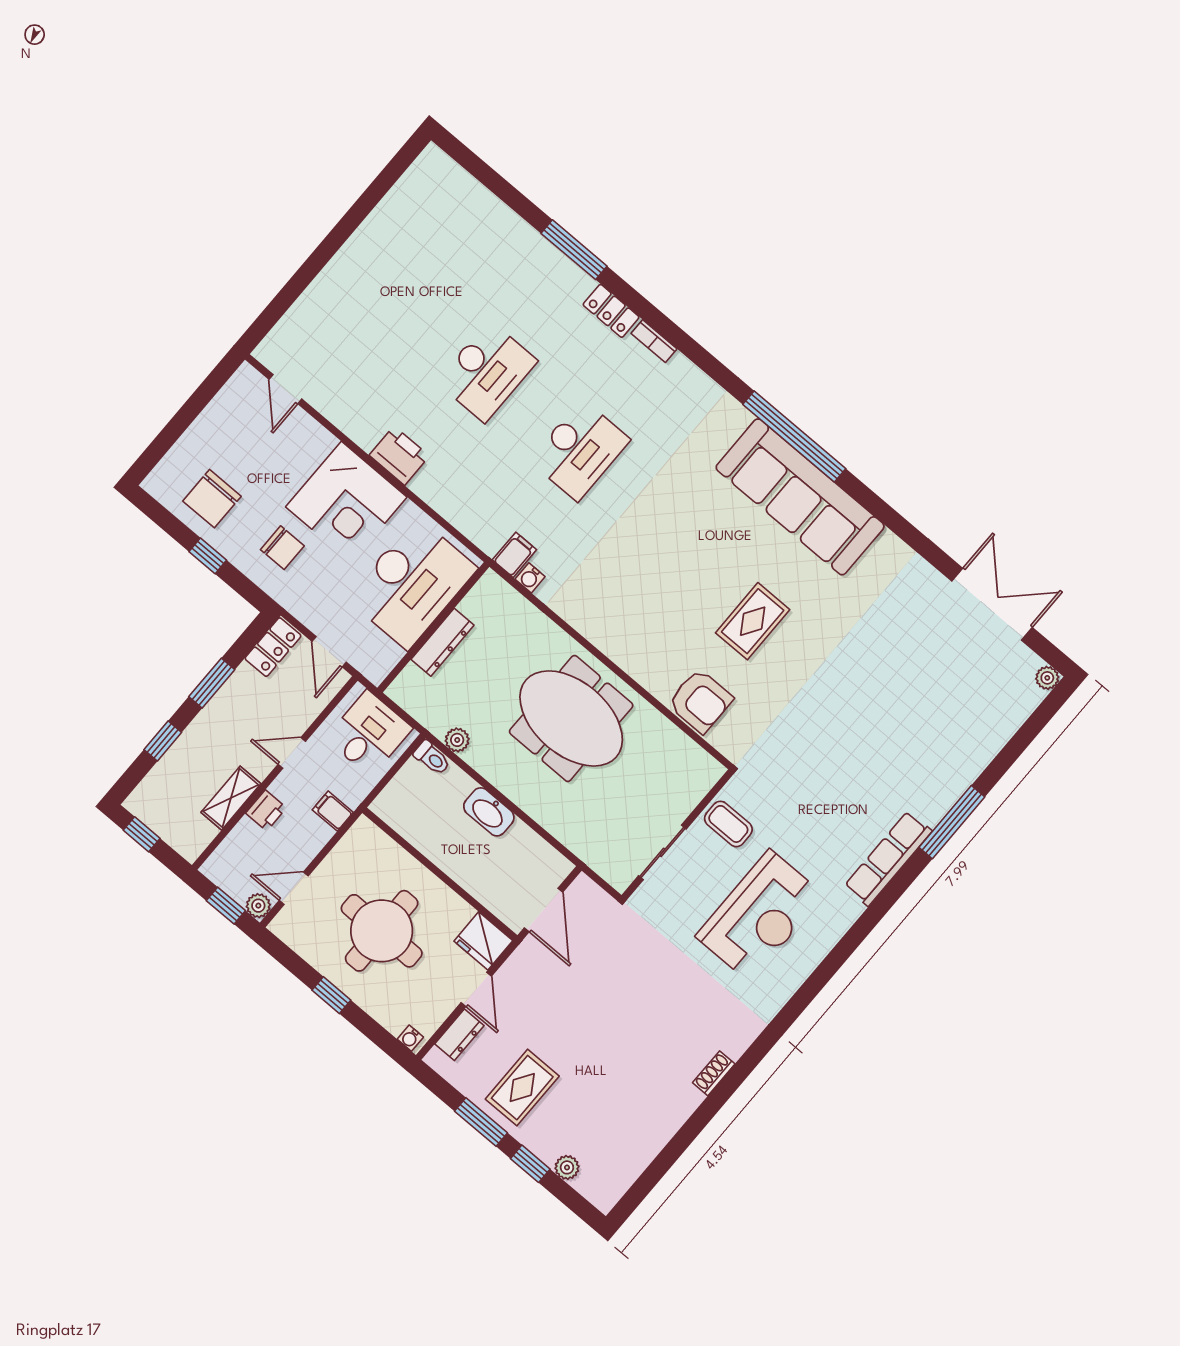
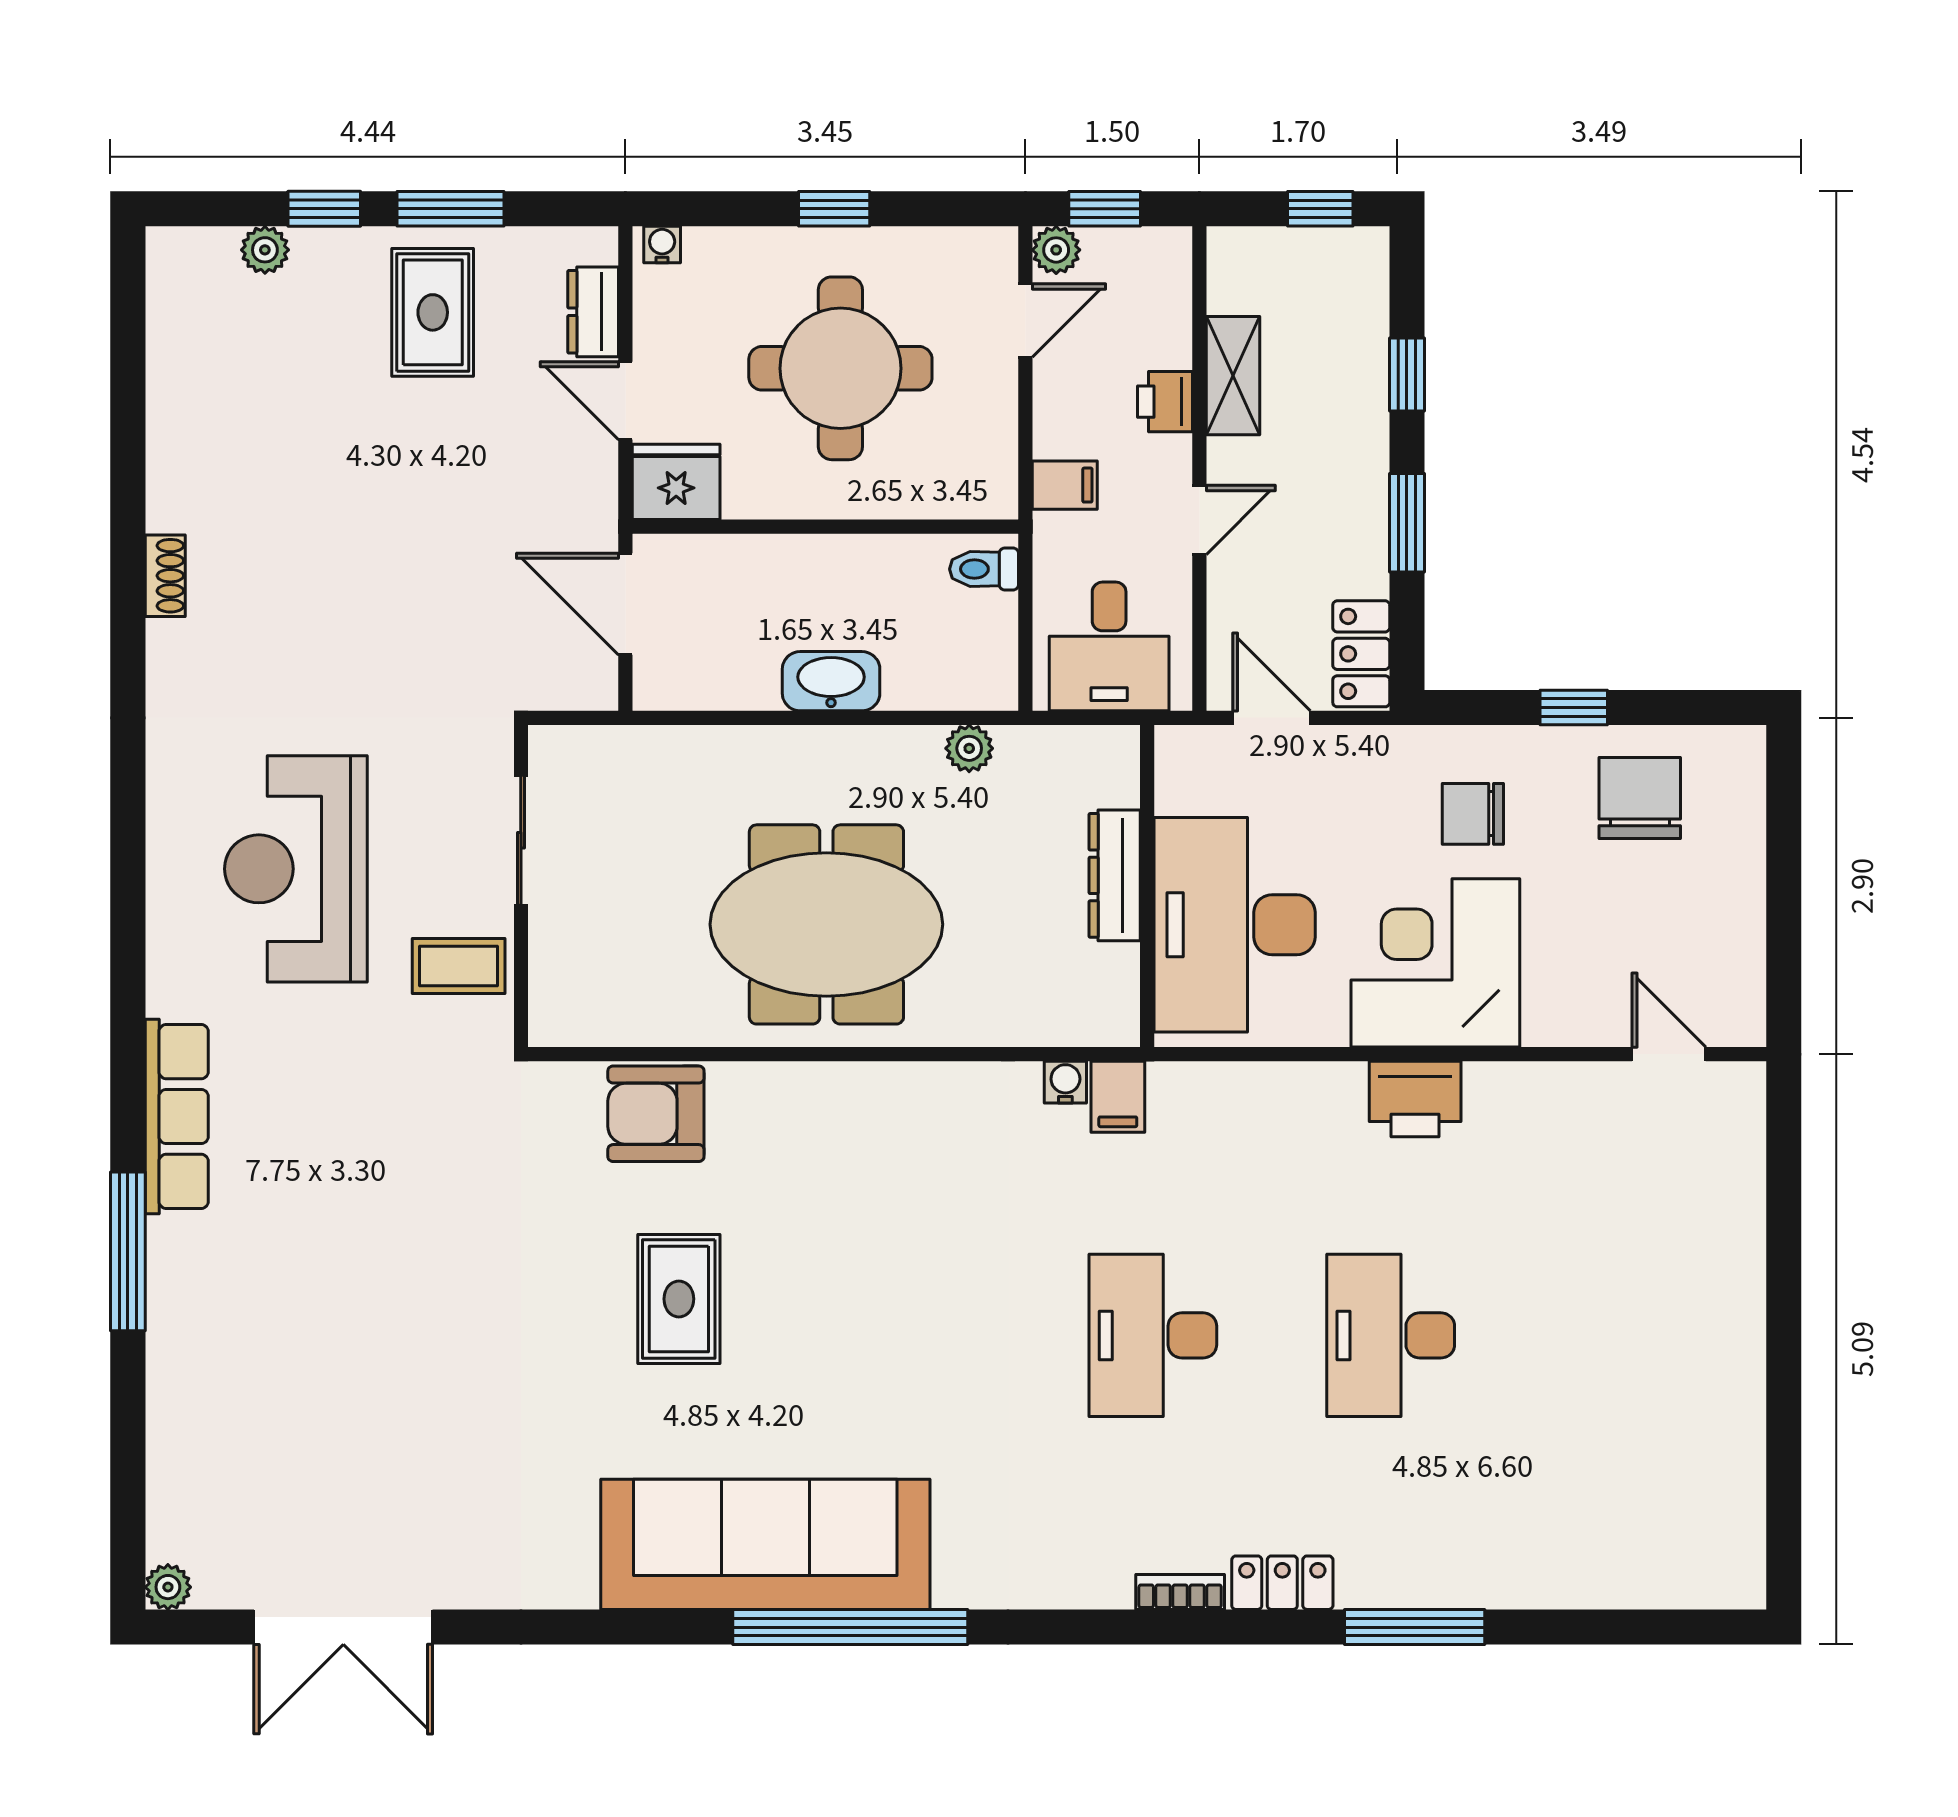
toilet: (432, 758) -> (984, 569), moved

